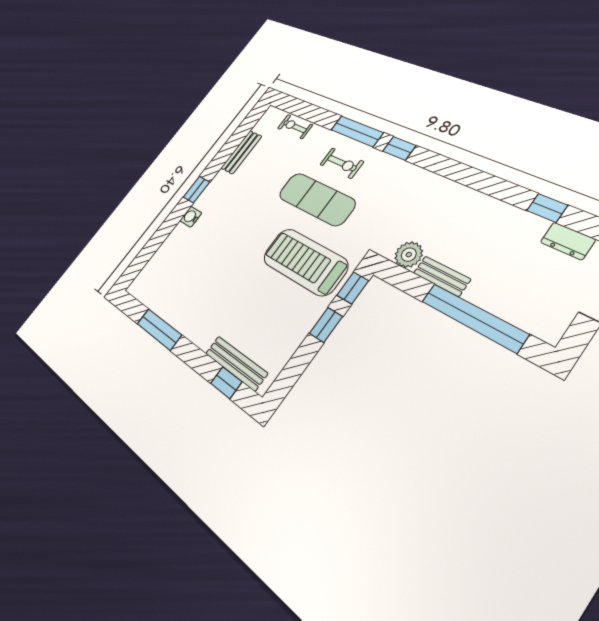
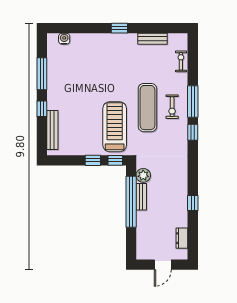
window: (547, 208) -> (193, 203), moved
water cooler: (191, 217) -> (64, 39), moved
window: (474, 317) -> (131, 202), moved
window: (226, 383) -> (42, 109), moved

